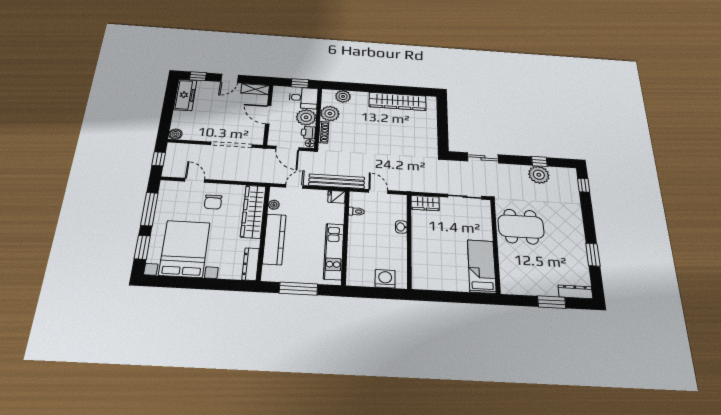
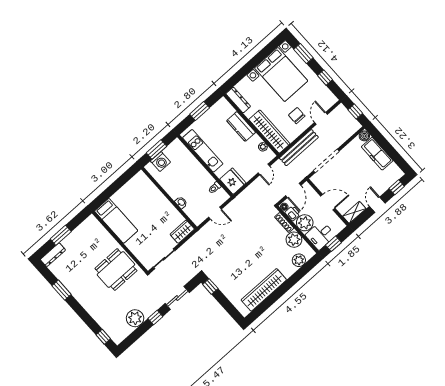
freezer: (185, 95) -> (377, 154), moved
window: (443, 142) -> (210, 286), added
door: (287, 148) -> (293, 190), swing flipped
window: (539, 161) -> (155, 317), moved
door: (195, 180) -> (321, 118), swing flipped
bench: (337, 181) -> (299, 148), moved
fridge: (337, 197) -> (233, 181), width x1.88, depth x1.34
window: (149, 209) -> (325, 78), width x0.46
kitchen counter: (274, 239) -> (241, 127), width x0.67
window: (298, 289) -> (200, 111), width x0.69
window: (378, 293) -> (156, 150), added

